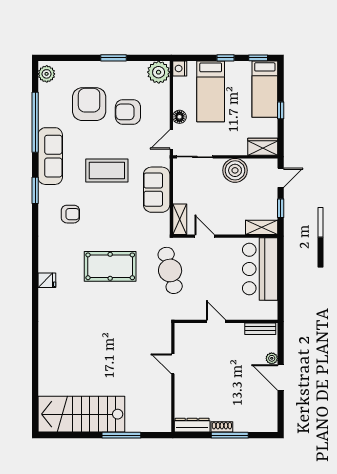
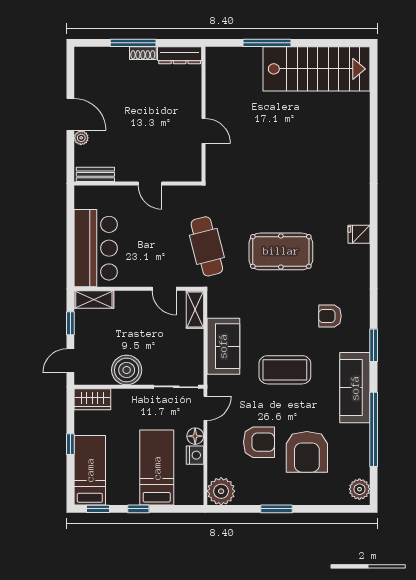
nightstand: (180, 68) -> (195, 455), moved

